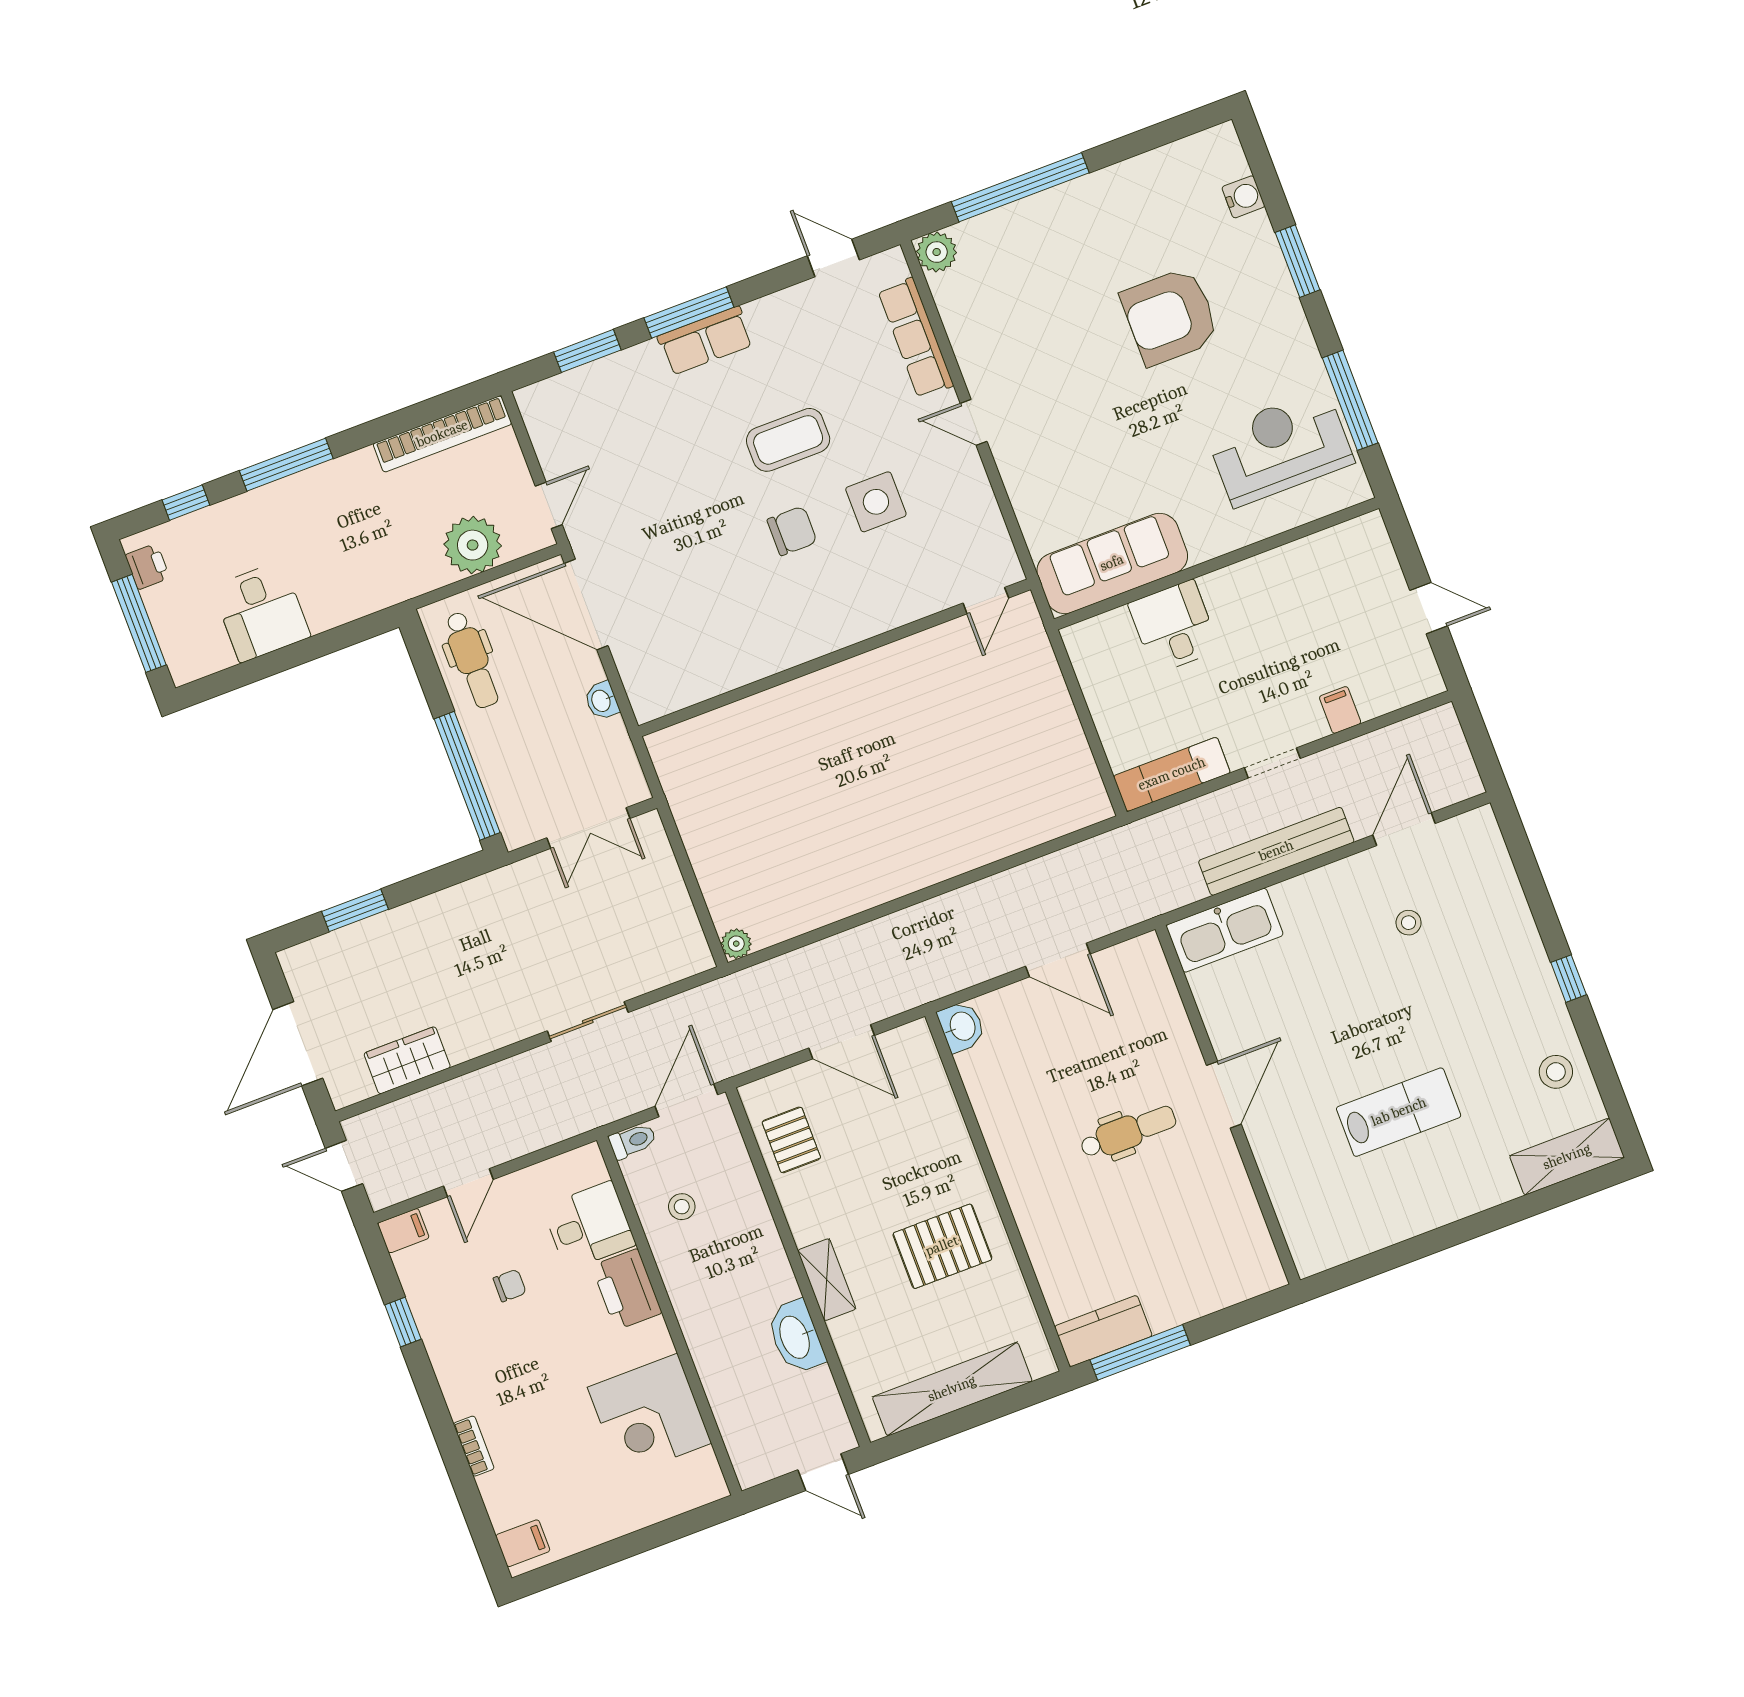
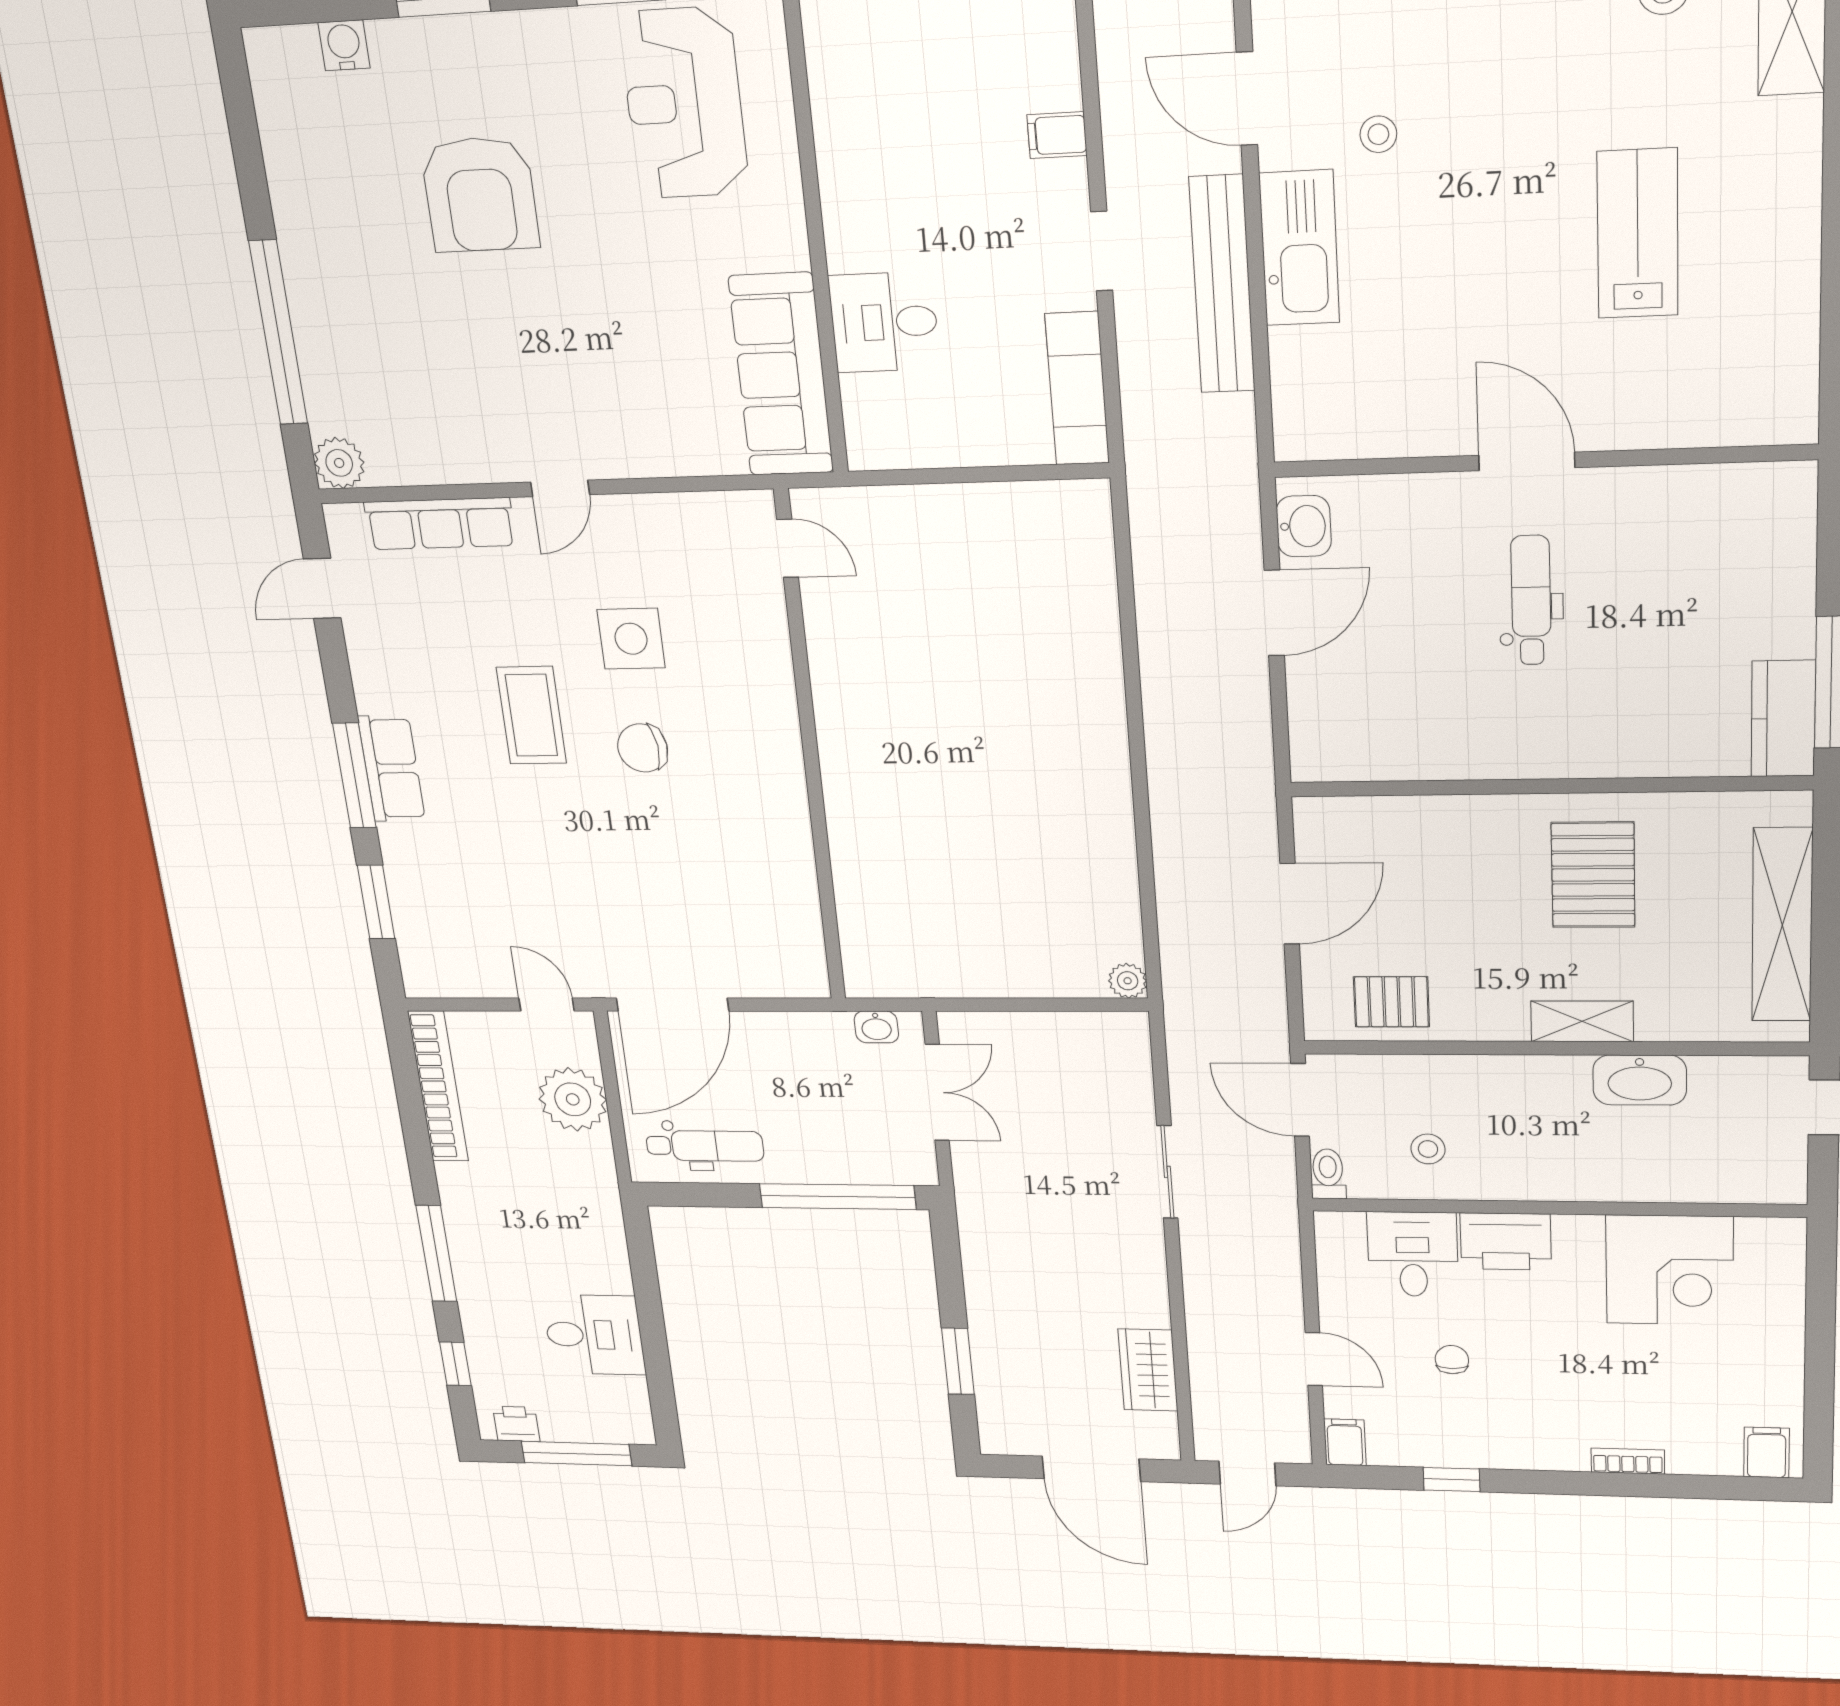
chair: (792, 531) -> (643, 748), turned -97
washbasin: (602, 701) -> (876, 1027), moved
kitchen sink: (1225, 930) -> (1299, 248), moved
washbasin: (962, 1027) -> (1304, 526), moved, turned 90

